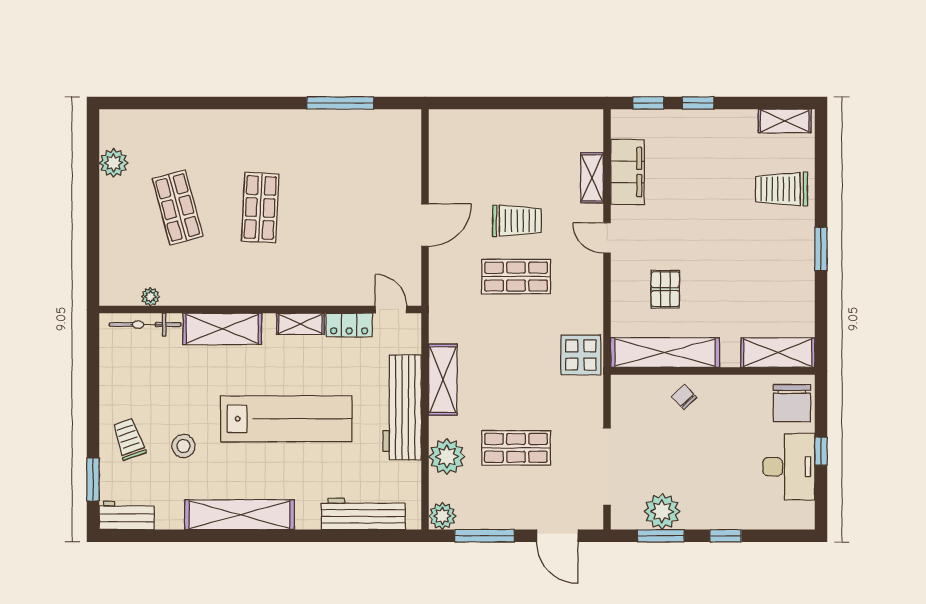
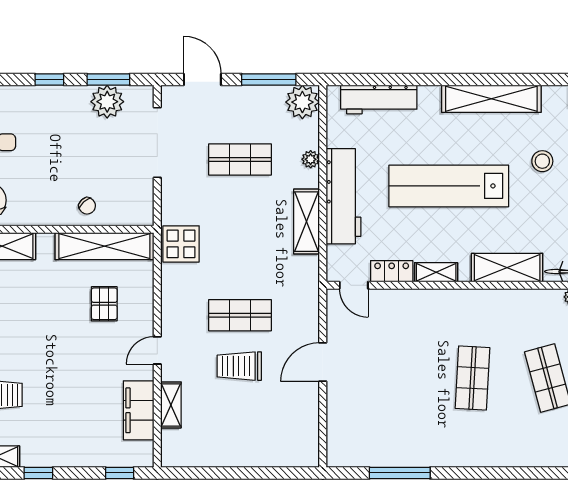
window: (698, 103) -> (38, 473), moved
door: (607, 238) -> (157, 350), swing flipped
plant: (447, 457) -> (311, 159), width x0.53, depth x0.53
plant: (442, 516) -> (302, 102), width x1.36, depth x1.36

